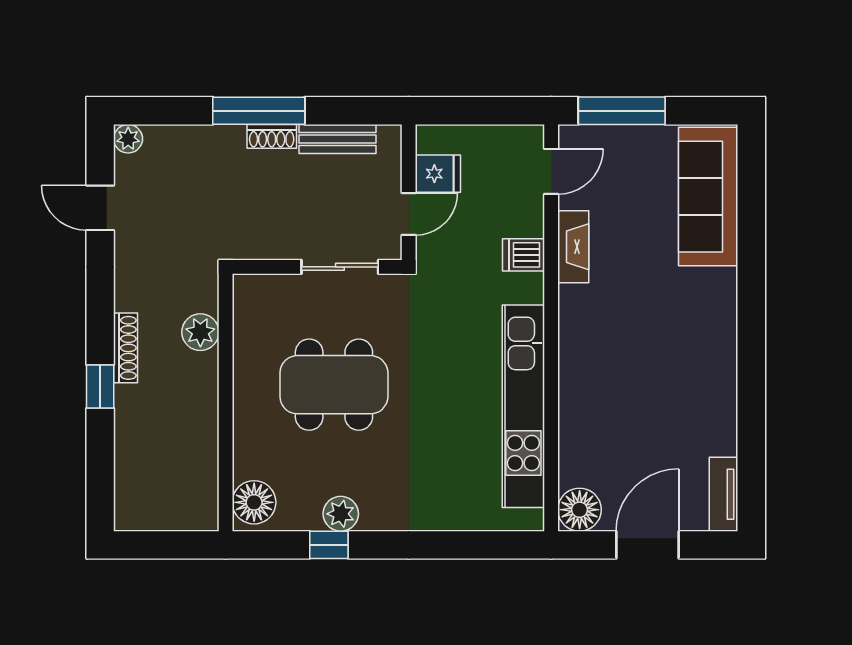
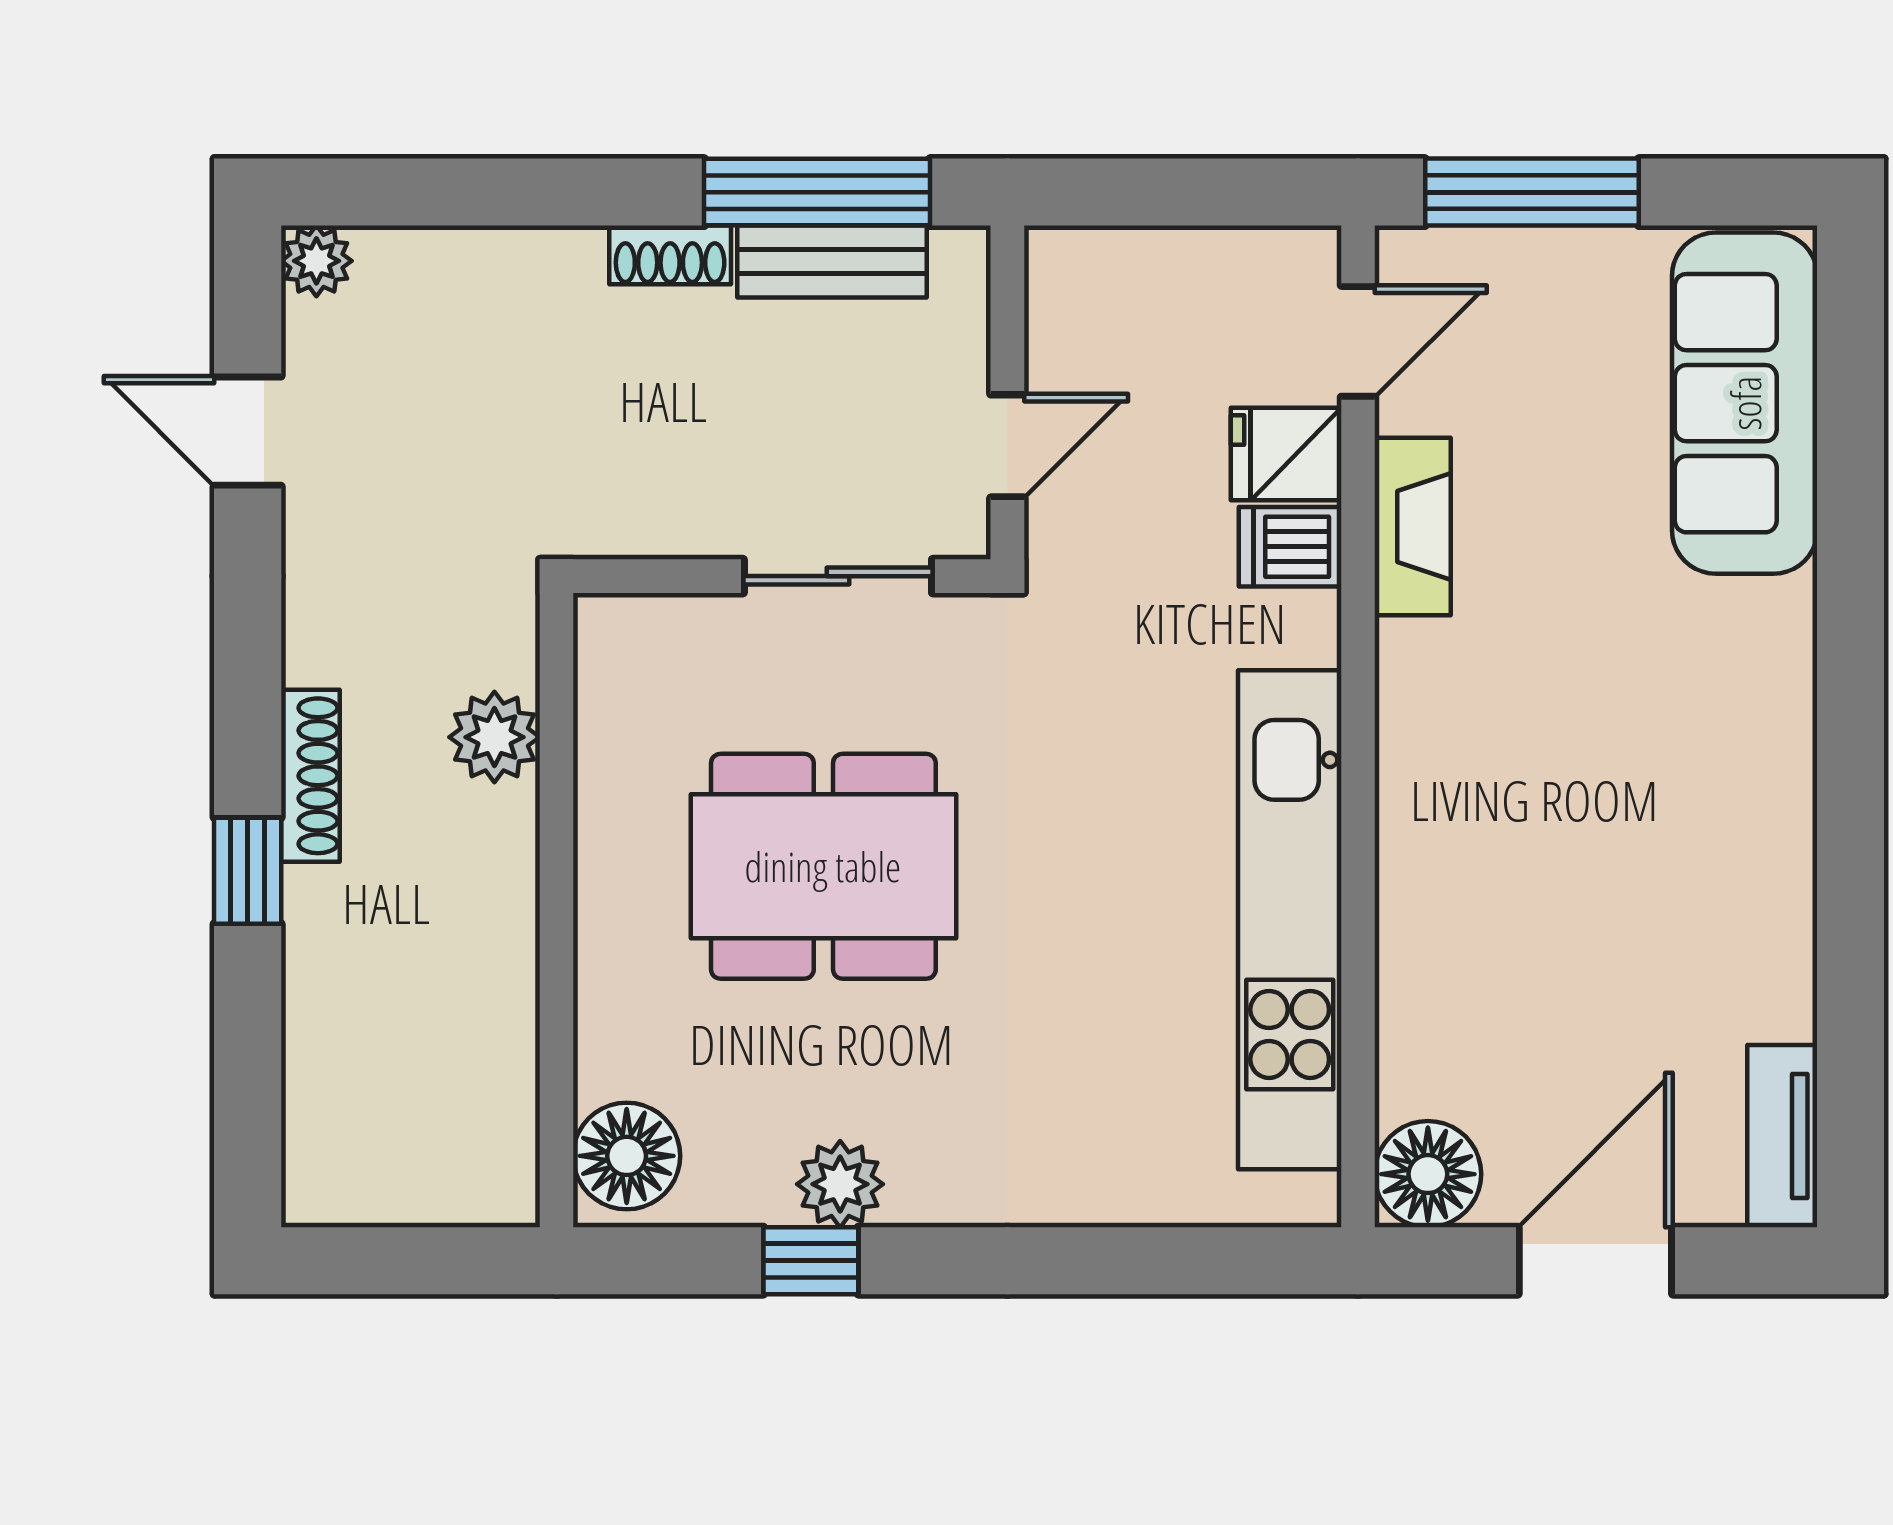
window: (259, 111) -> (817, 192), moved
fridge: (438, 174) -> (1286, 454), moved, turned 180

